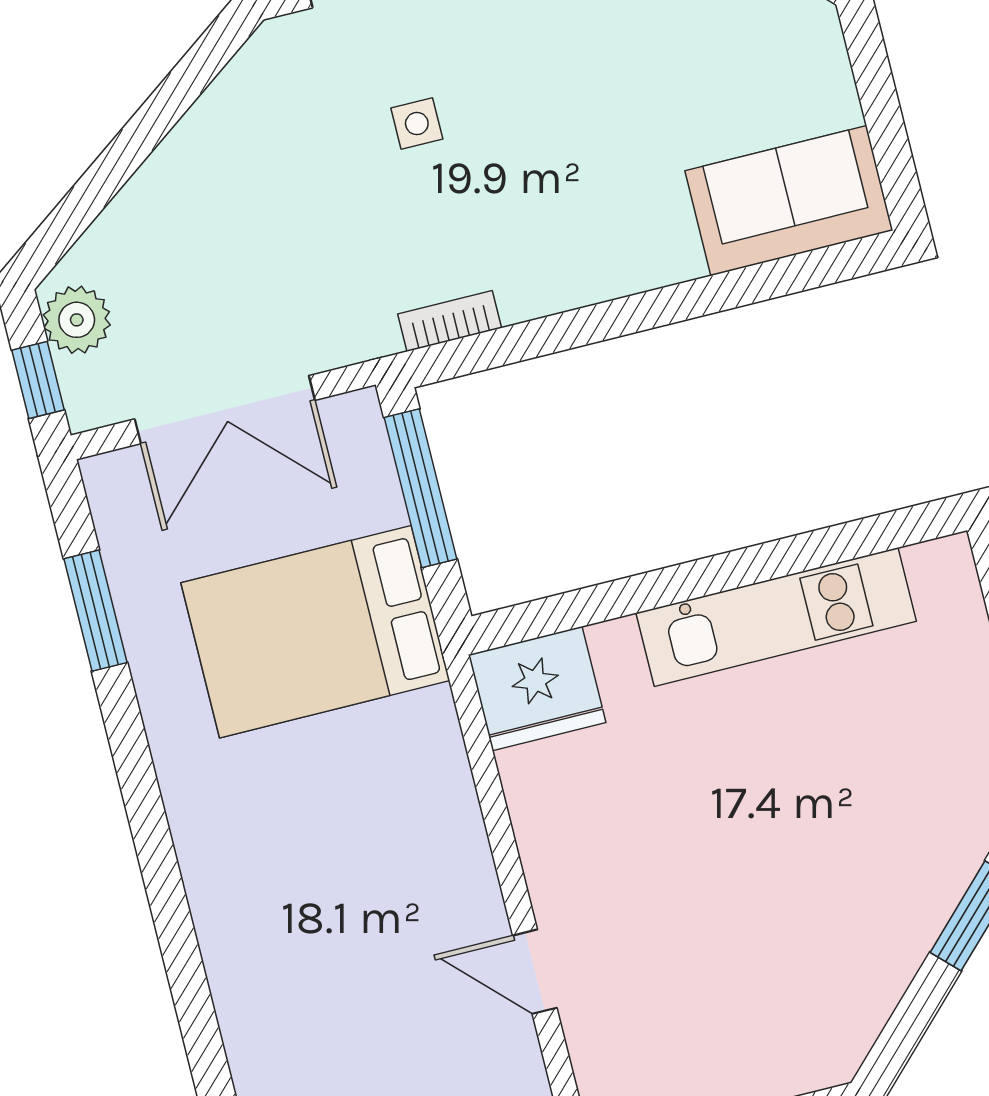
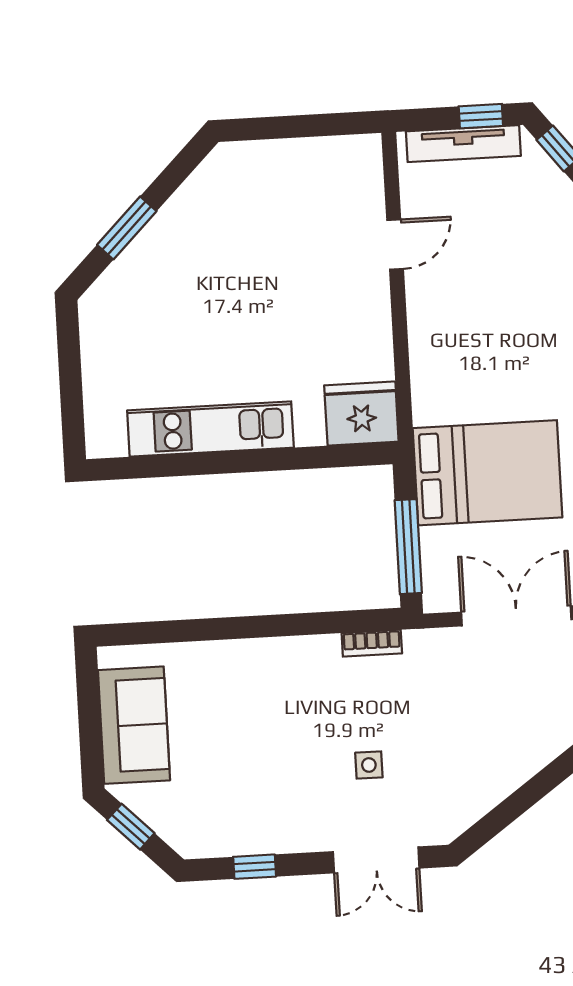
sofa: (789, 201) -> (134, 725), moved, turned -90
door: (535, 972) -> (395, 245), hinge flipped

